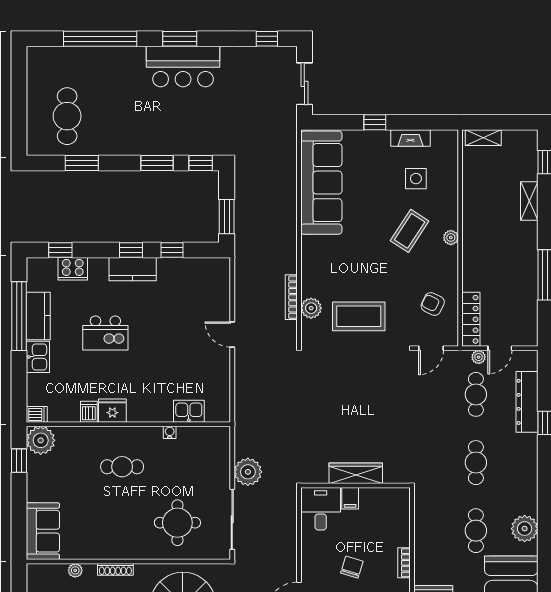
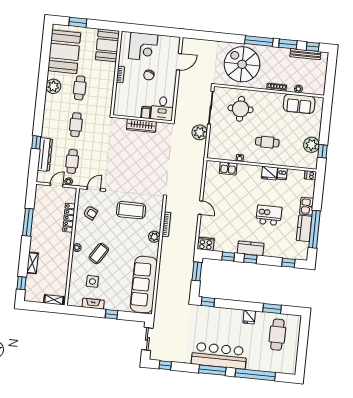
window: (180, 39) -> (212, 370), width x1.44
bar counter: (183, 67) -> (219, 356), width x1.36
fridge: (122, 143) -> (249, 317), added
window: (157, 163) -> (231, 304), removed
cooker: (73, 269) -> (206, 244), moved
plant: (311, 308) -> (154, 237), moved
locker: (471, 319) -> (69, 218), moved
plant: (41, 440) -> (311, 145), moved
sofa: (43, 531) -> (299, 104), moved, turned -90

